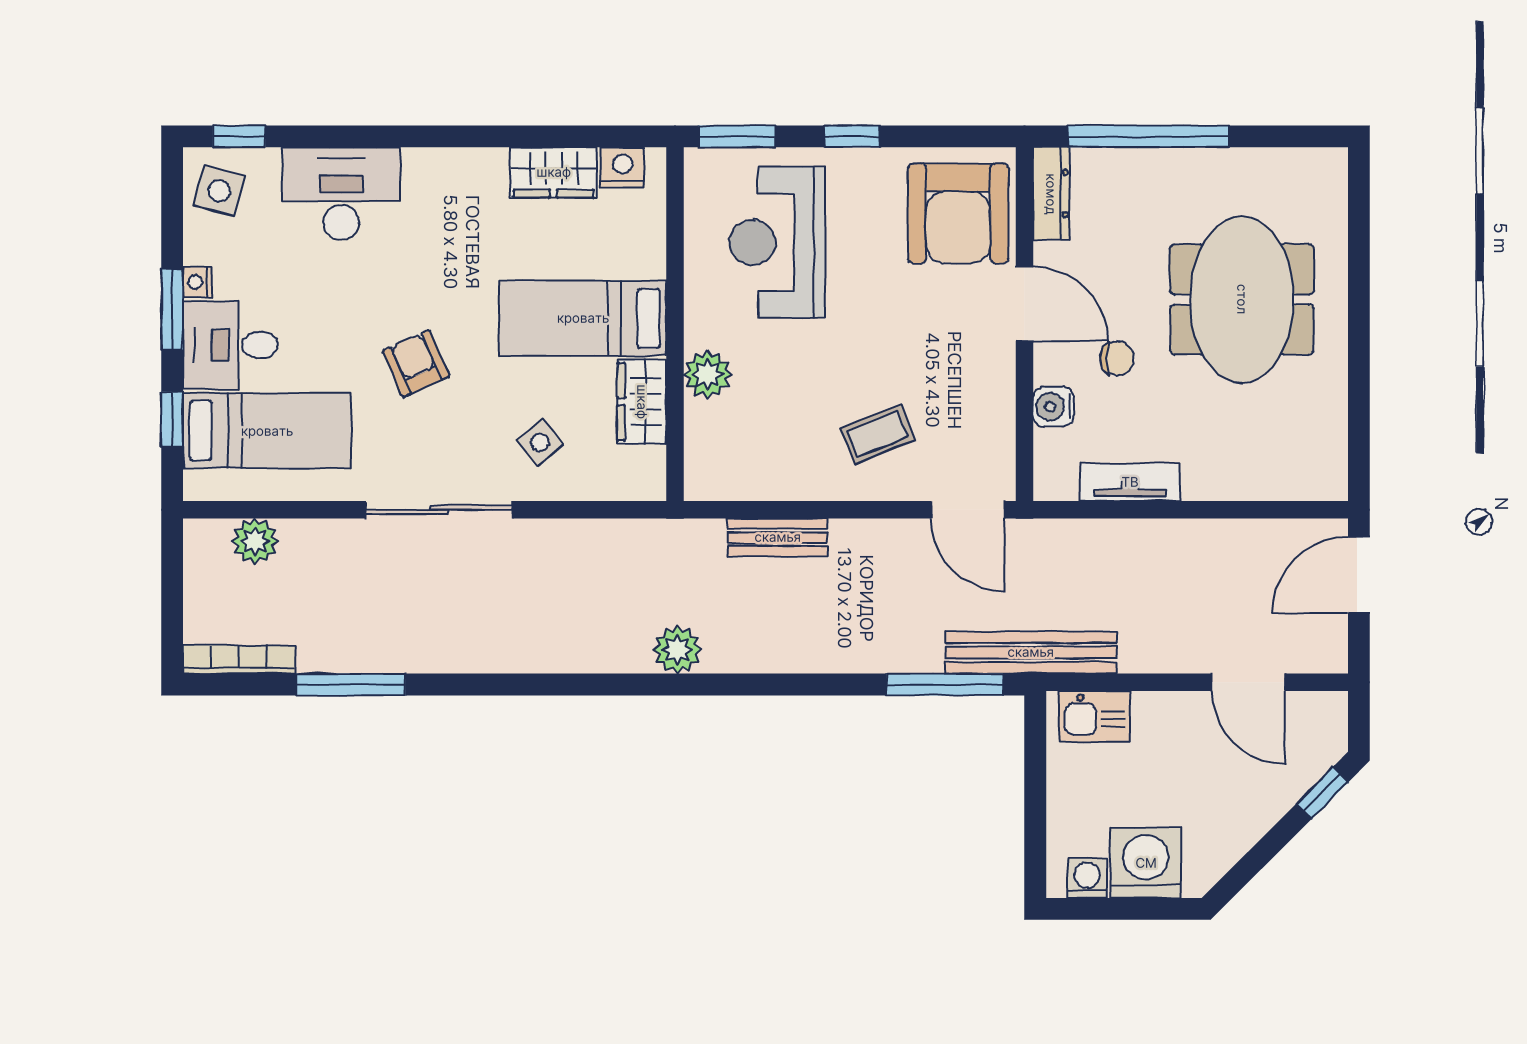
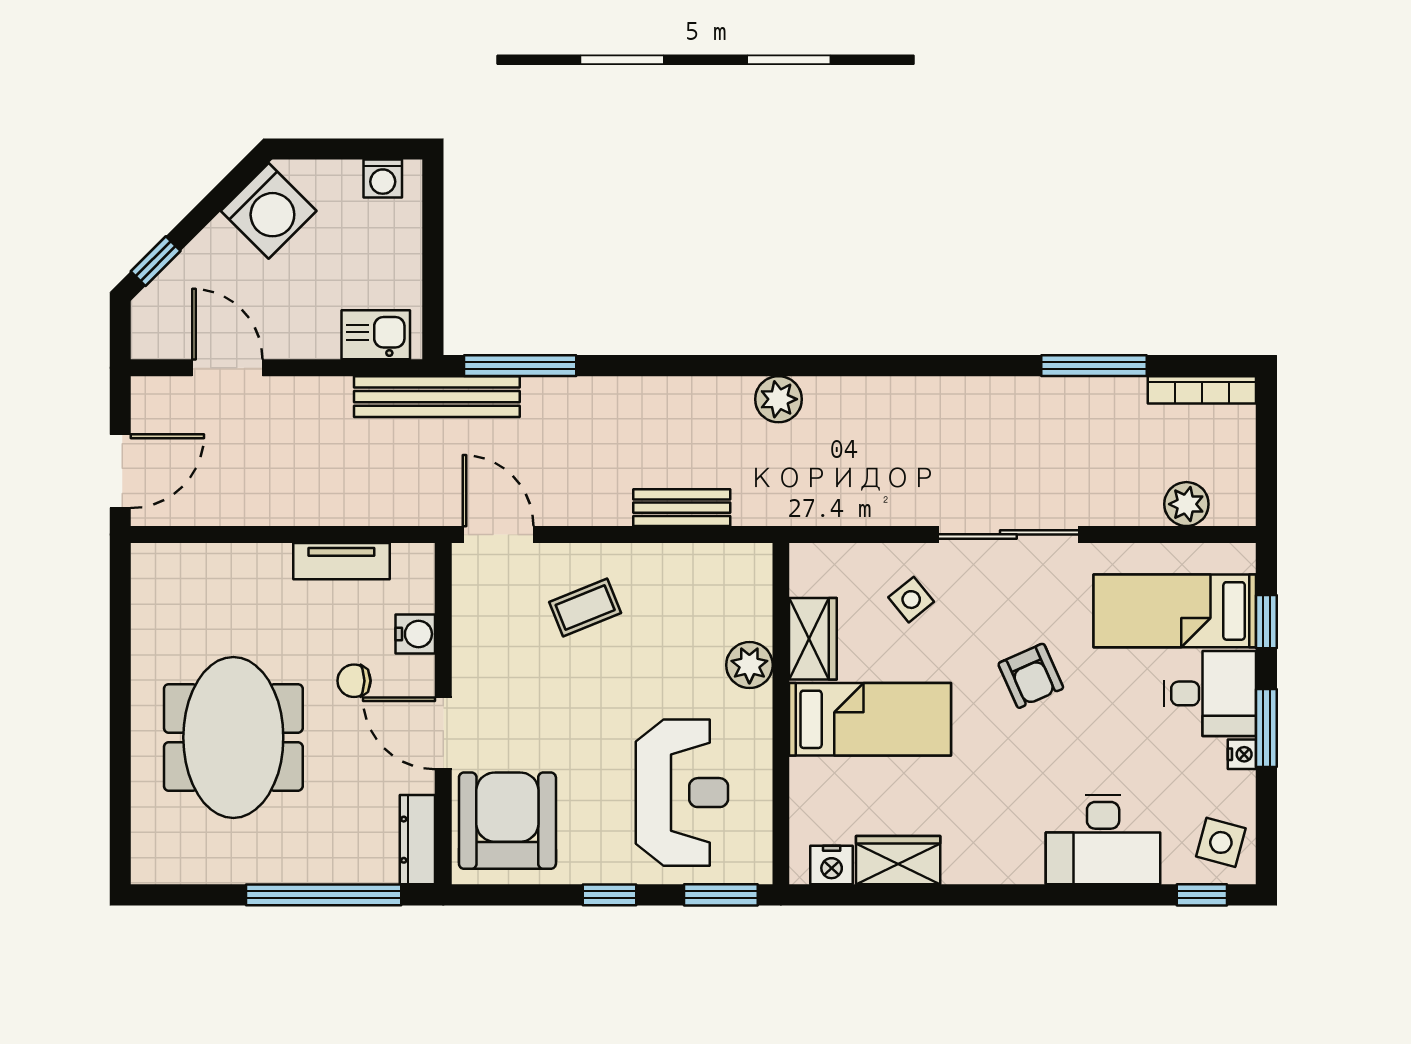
washing machine: (1146, 863) -> (269, 211), moved, turned -45

